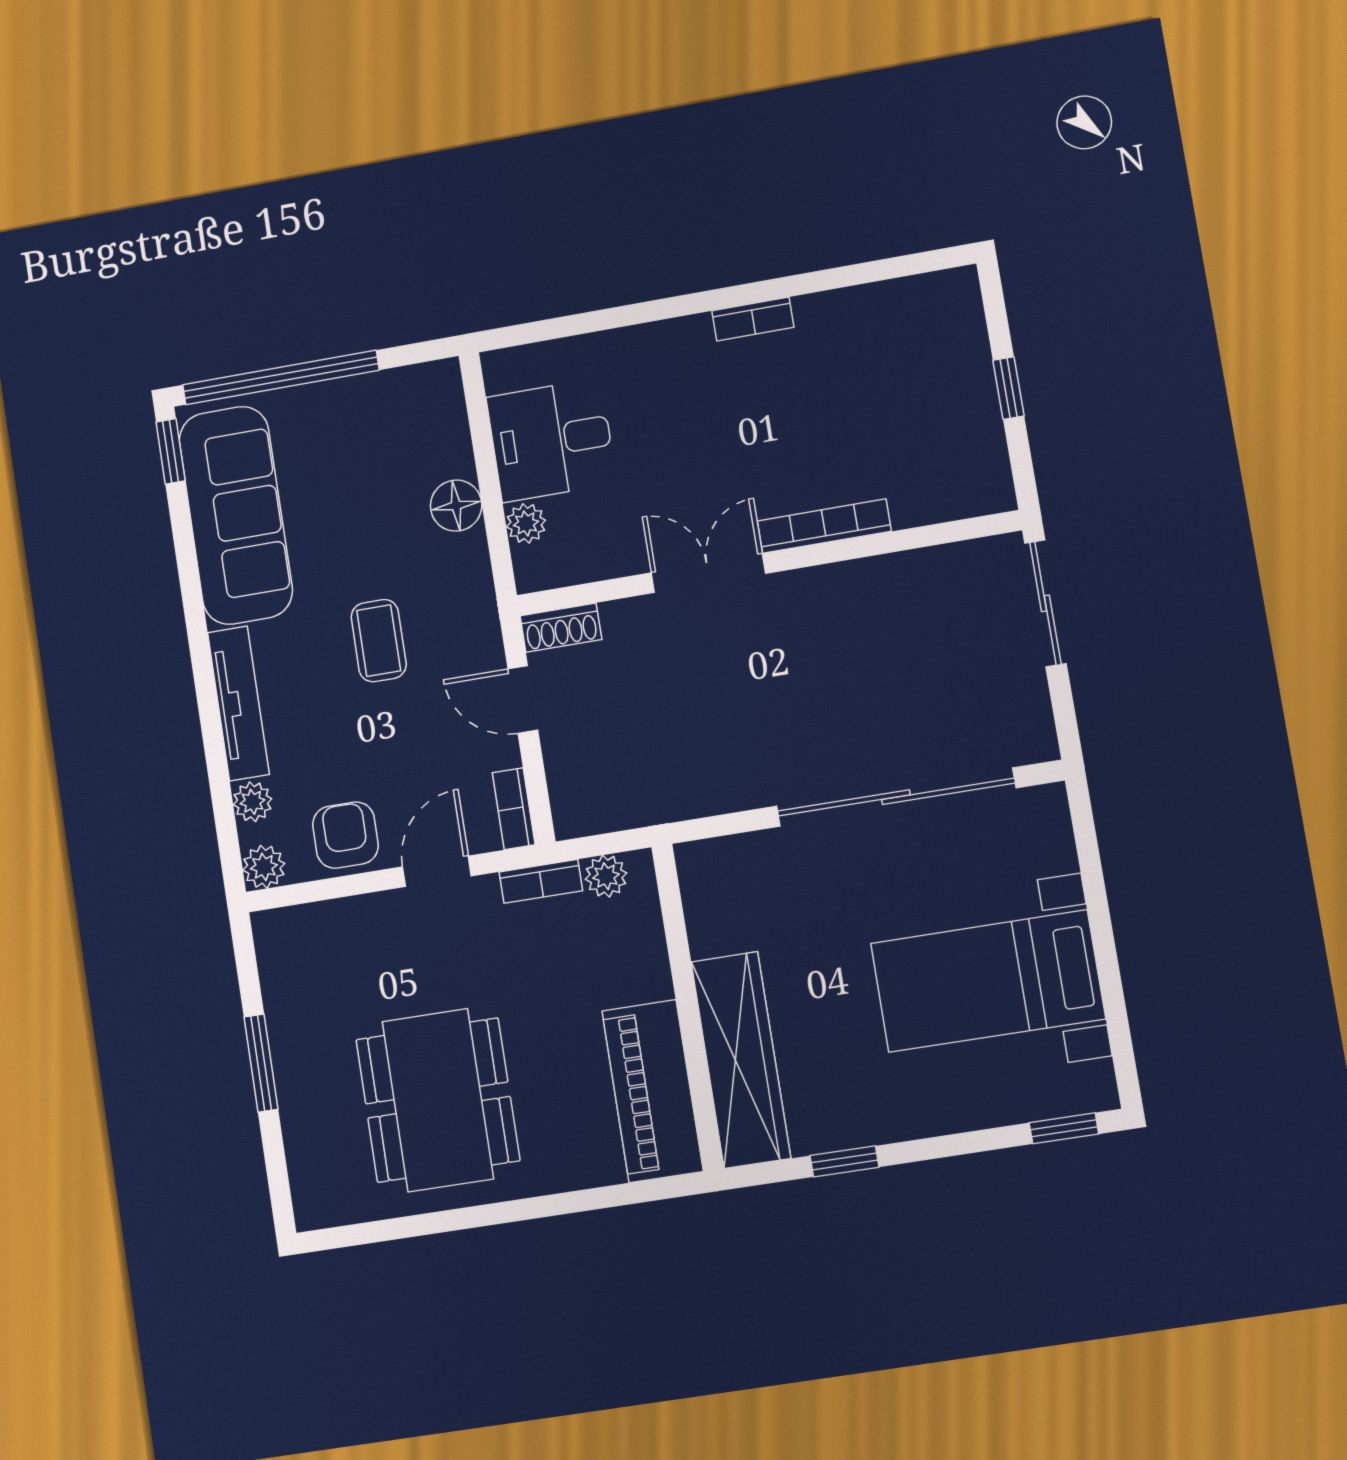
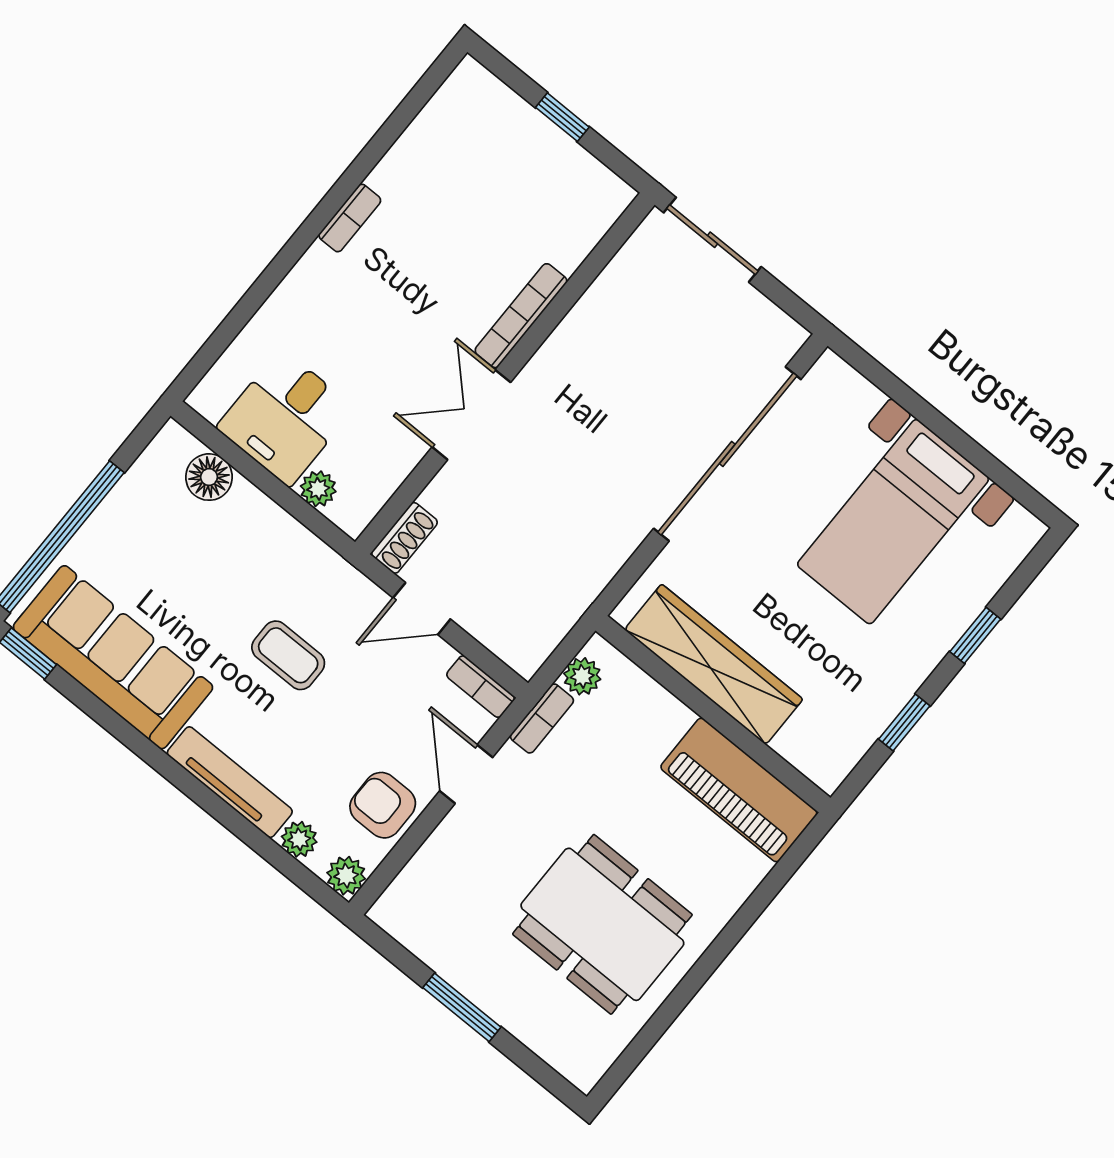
floor lamp: (456, 506) -> (209, 477), moved
wardrobe: (741, 1060) -> (714, 664), moved
window: (1064, 1128) -> (975, 635), moved

